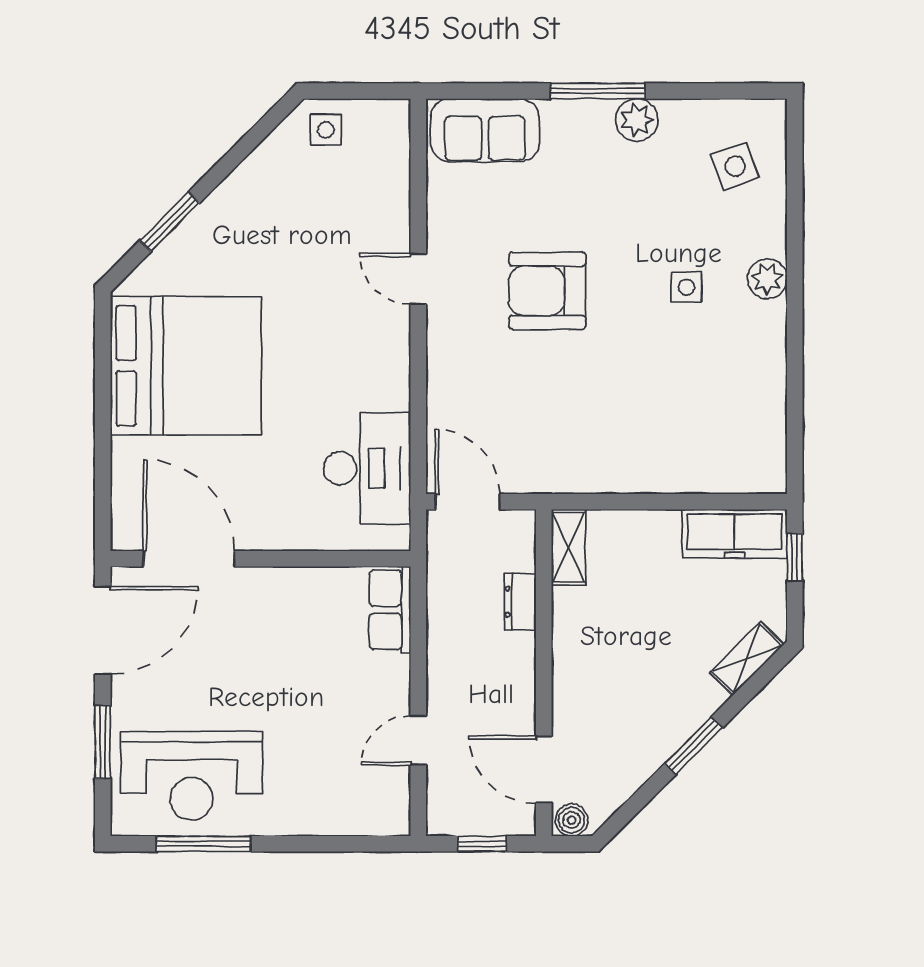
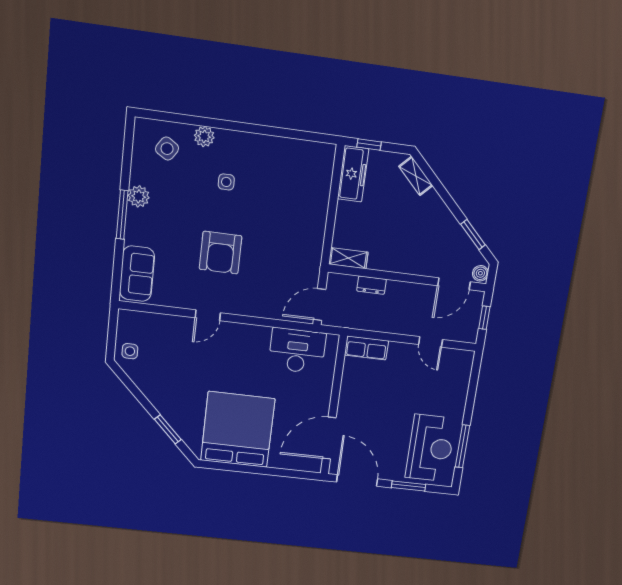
side table: (735, 166) -> (167, 149), turned -37
plant: (767, 279) -> (204, 136), moved
window: (694, 746) -> (473, 234), moved

